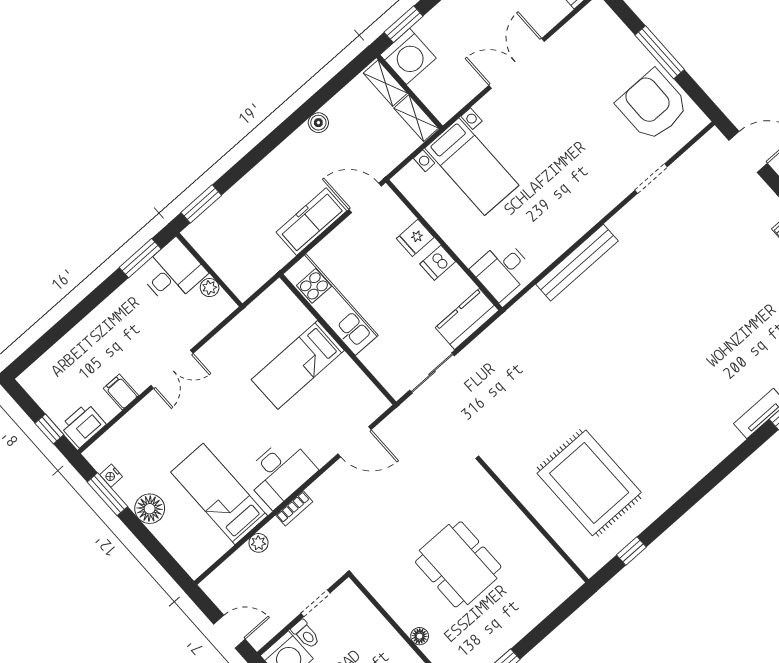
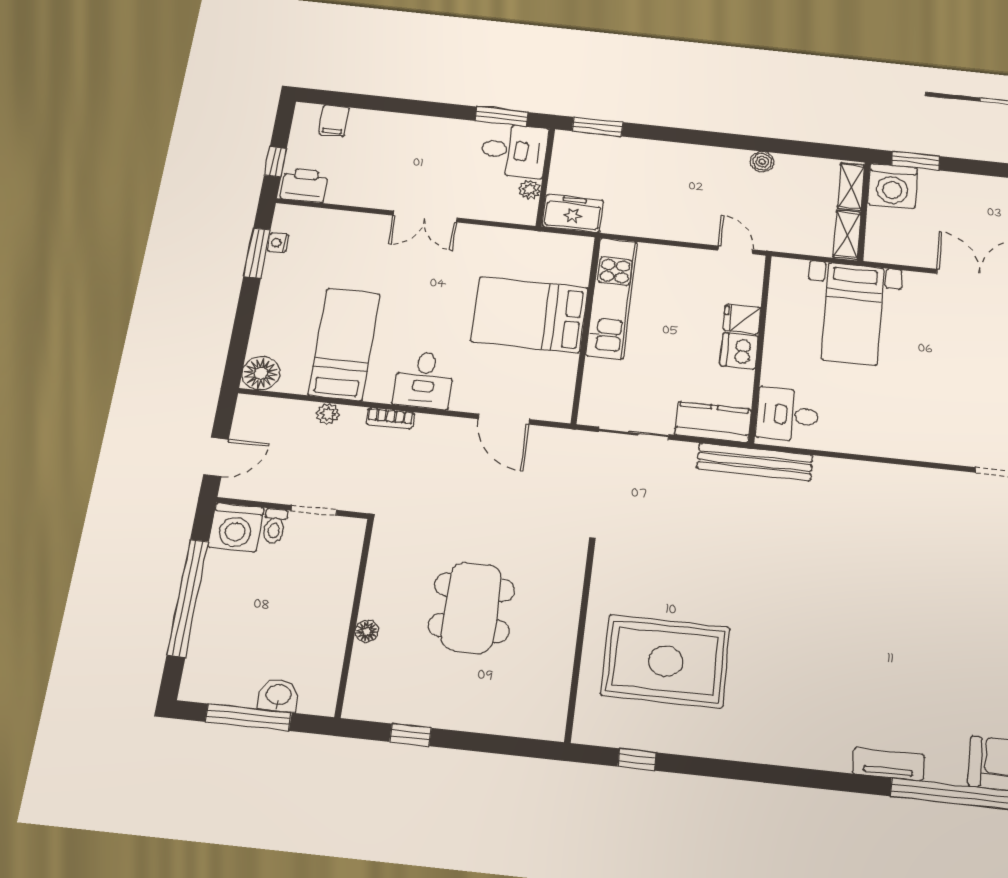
door: (365, 198) -> (736, 250), width x0.73
freezer: (311, 222) -> (573, 213), moved, width x0.71
dishwasher: (438, 263) -> (739, 351), width x1.38
bench: (577, 263) -> (755, 462), moved
bed: (298, 365) -> (529, 315), width x1.50
filing cabinet: (121, 392) -> (334, 121), moved, turned 180
desk: (280, 472) -> (424, 380), width x0.73
rug: (589, 483) -> (666, 661), turned 90
floor lamp: (150, 509) -> (261, 373), moved
door: (229, 632) -> (216, 457), hinge flipped

